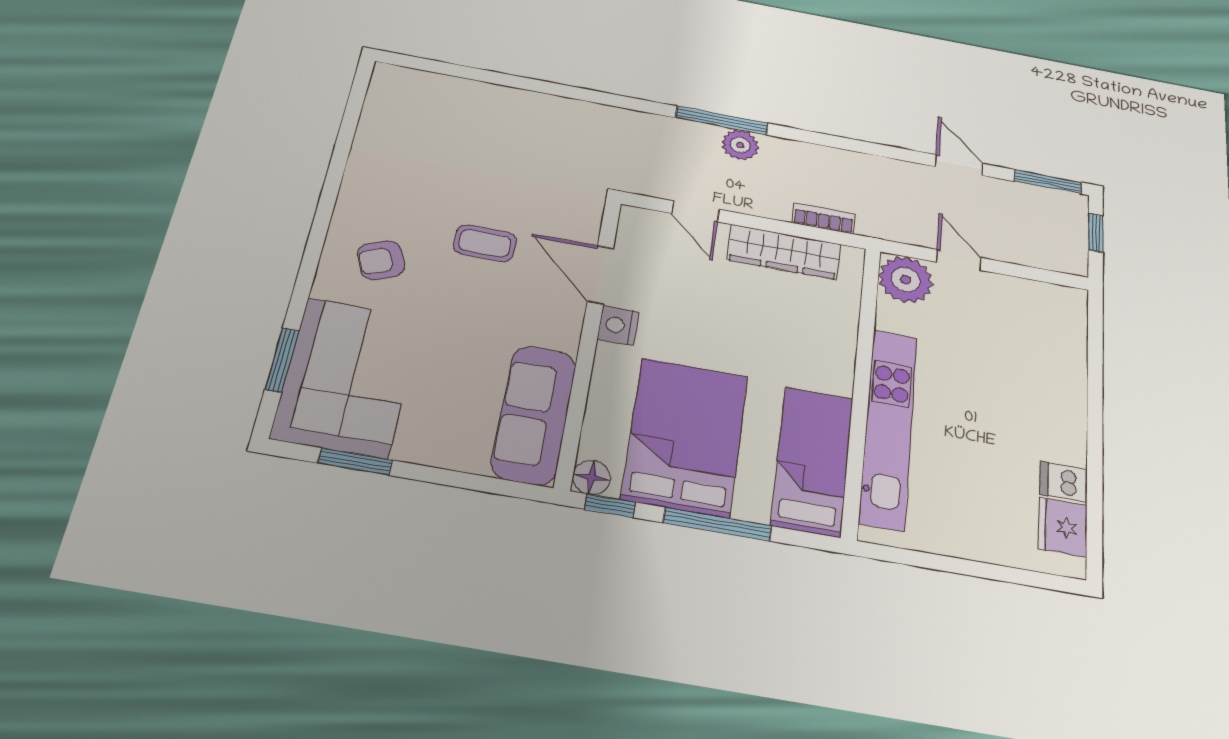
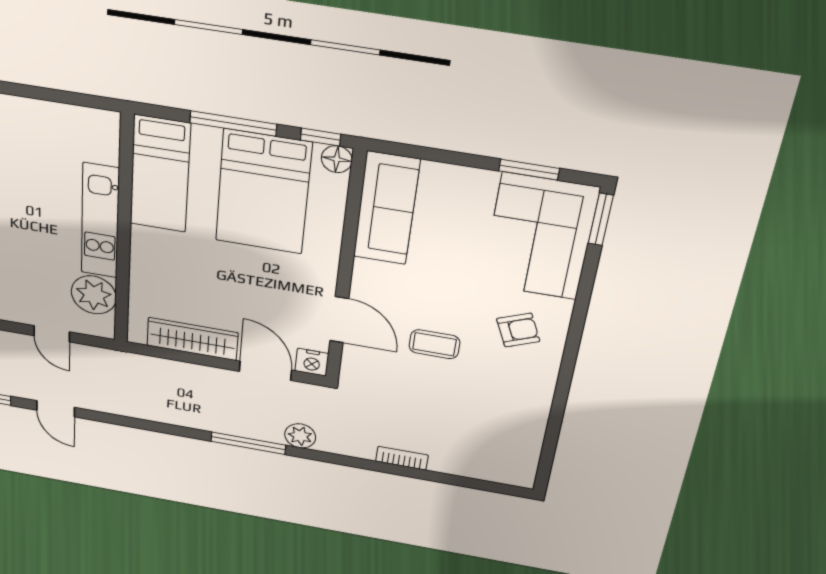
plant: (740, 145) -> (300, 436), moved
door: (695, 211) -> (265, 371), width x1.38
bookcase: (824, 218) -> (402, 458), moved, turned 180
plant: (906, 280) -> (94, 295), moved
nightstand: (618, 326) -> (312, 362), moved, turned 90
window: (282, 360) -> (601, 219), moved
kitchen unit: (889, 428) -> (100, 221), width x0.73

